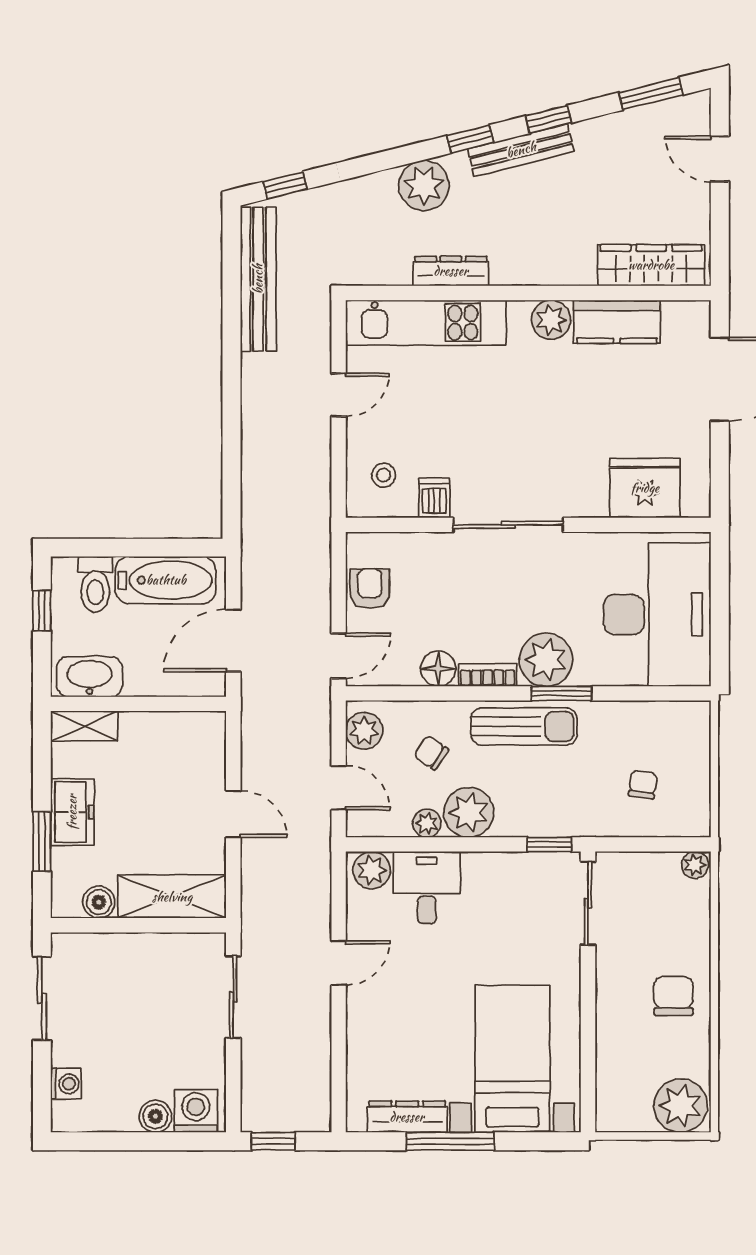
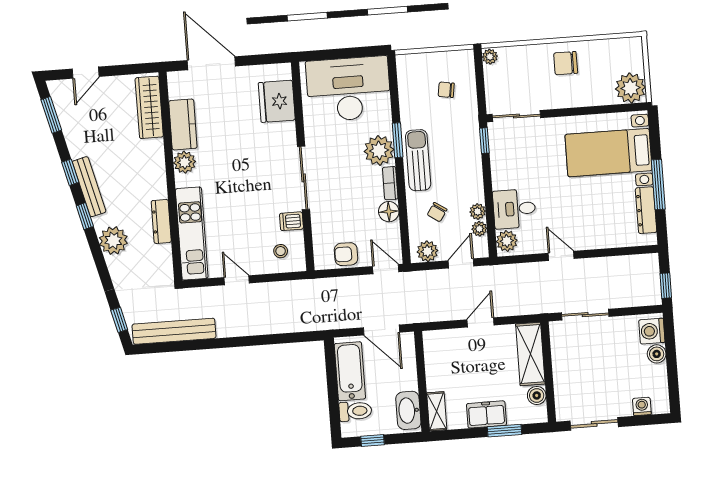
plant: (469, 812) -> (479, 229), moved, width x0.53, depth x0.53
plant: (681, 1106) -> (631, 88), moved

